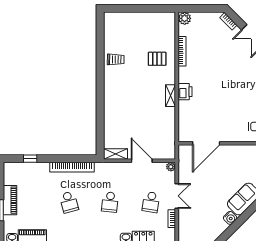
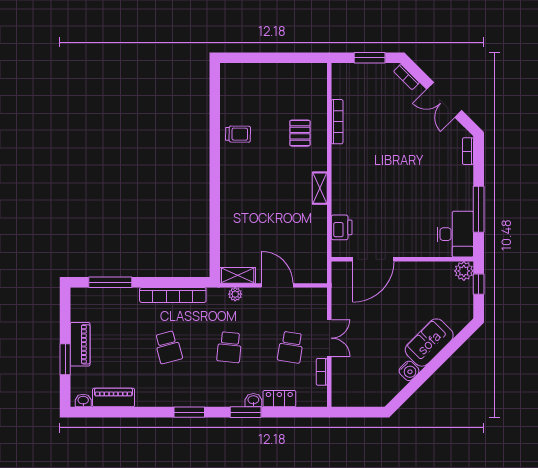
window: (204, 8) -> (370, 58), added
plant: (185, 18) -> (341, 73), removed
pallet: (157, 59) -> (300, 133), turned 90
printer: (185, 92) -> (342, 227), moved
window: (30, 159) -> (110, 282), width x2.17
plant: (171, 167) -> (235, 294), moved

